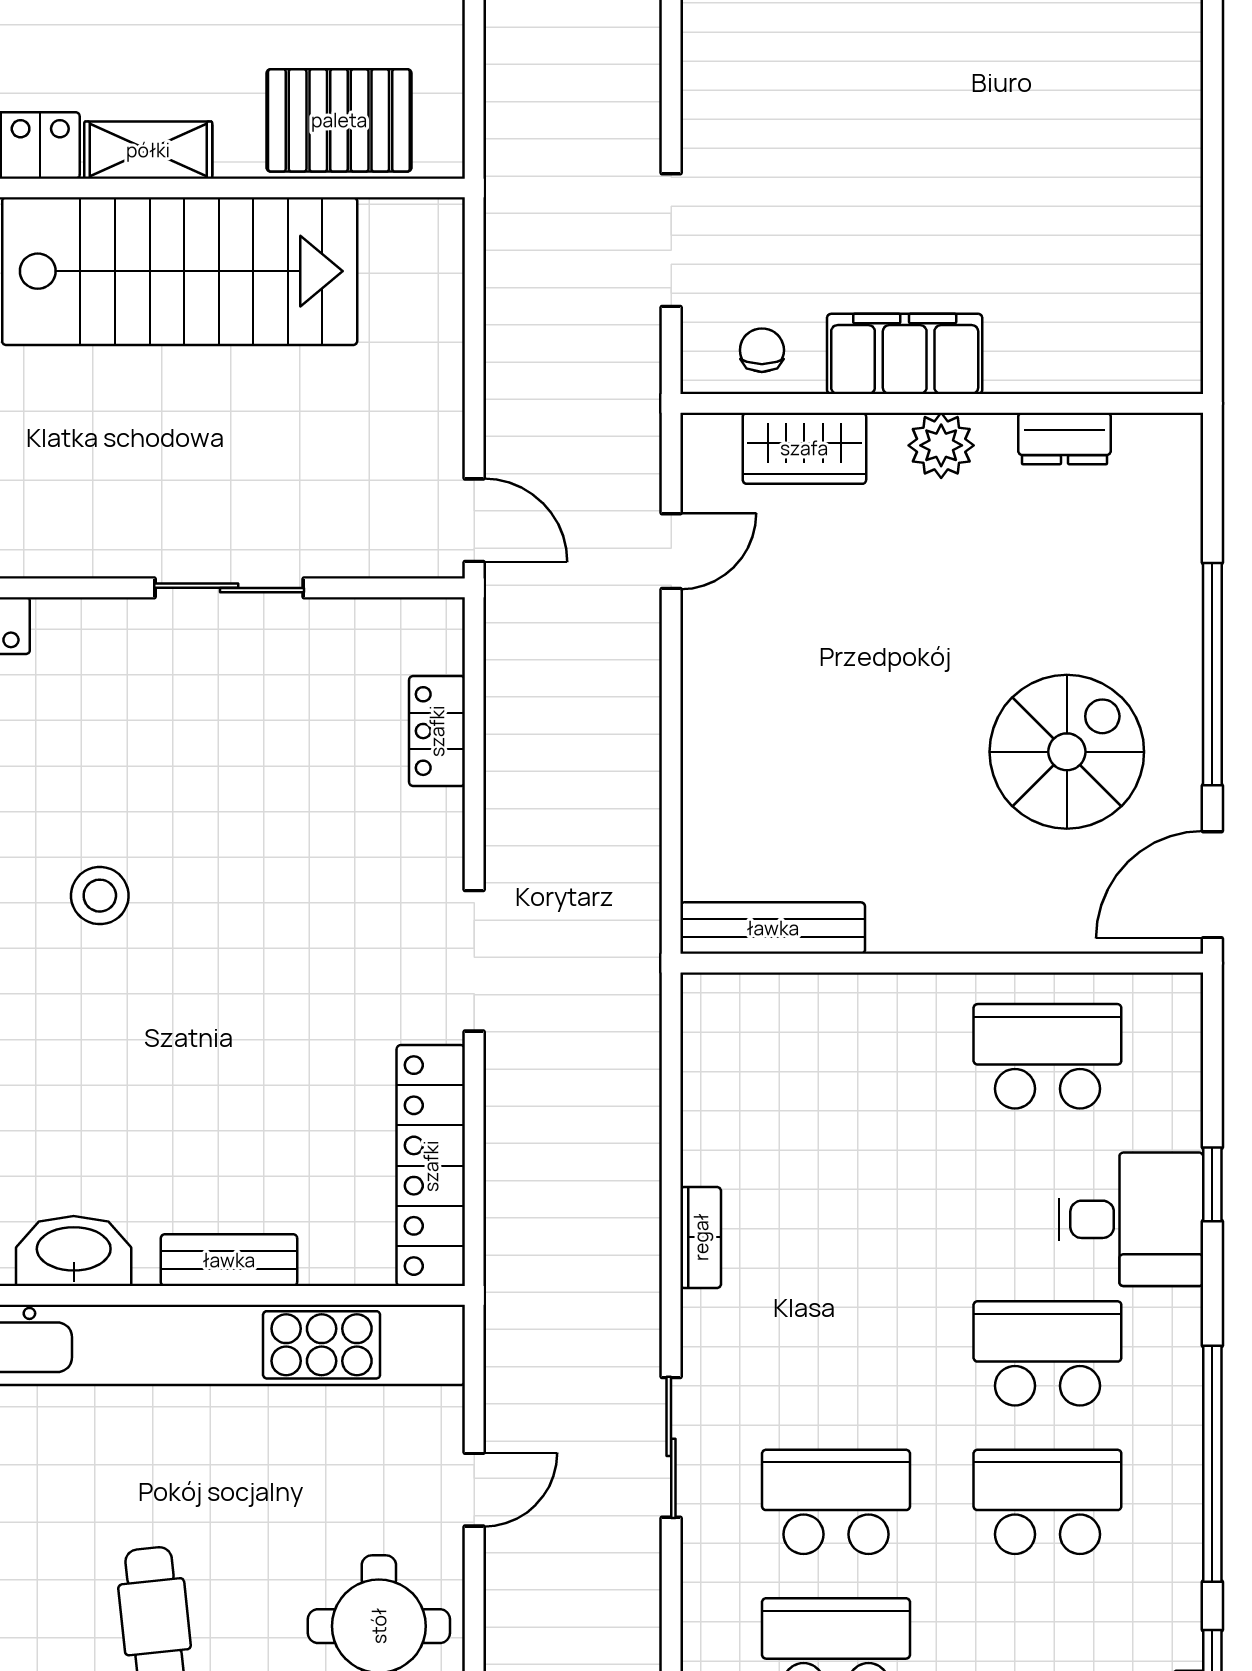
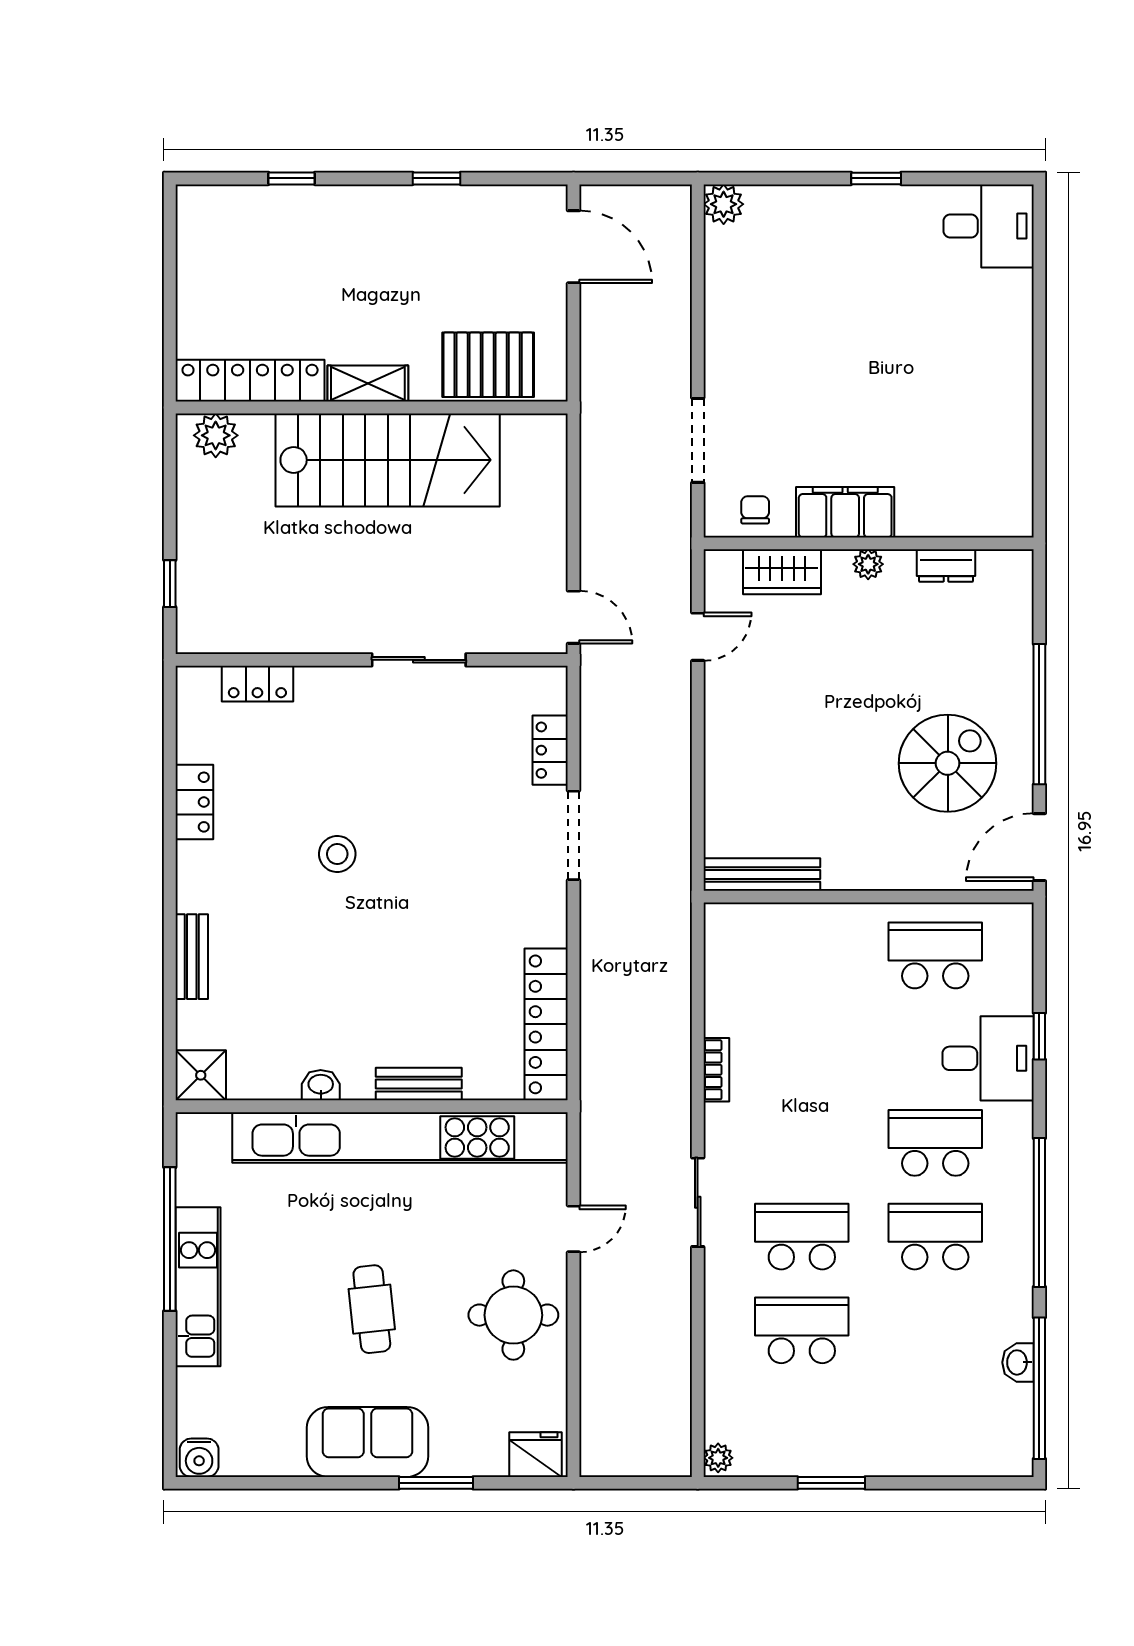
plant: (941, 445) -> (868, 564), width x0.73, depth x0.73
doorway: (474, 961) -> (573, 835), moved
washbasin: (74, 1251) -> (321, 1085), width x0.52, depth x0.69

